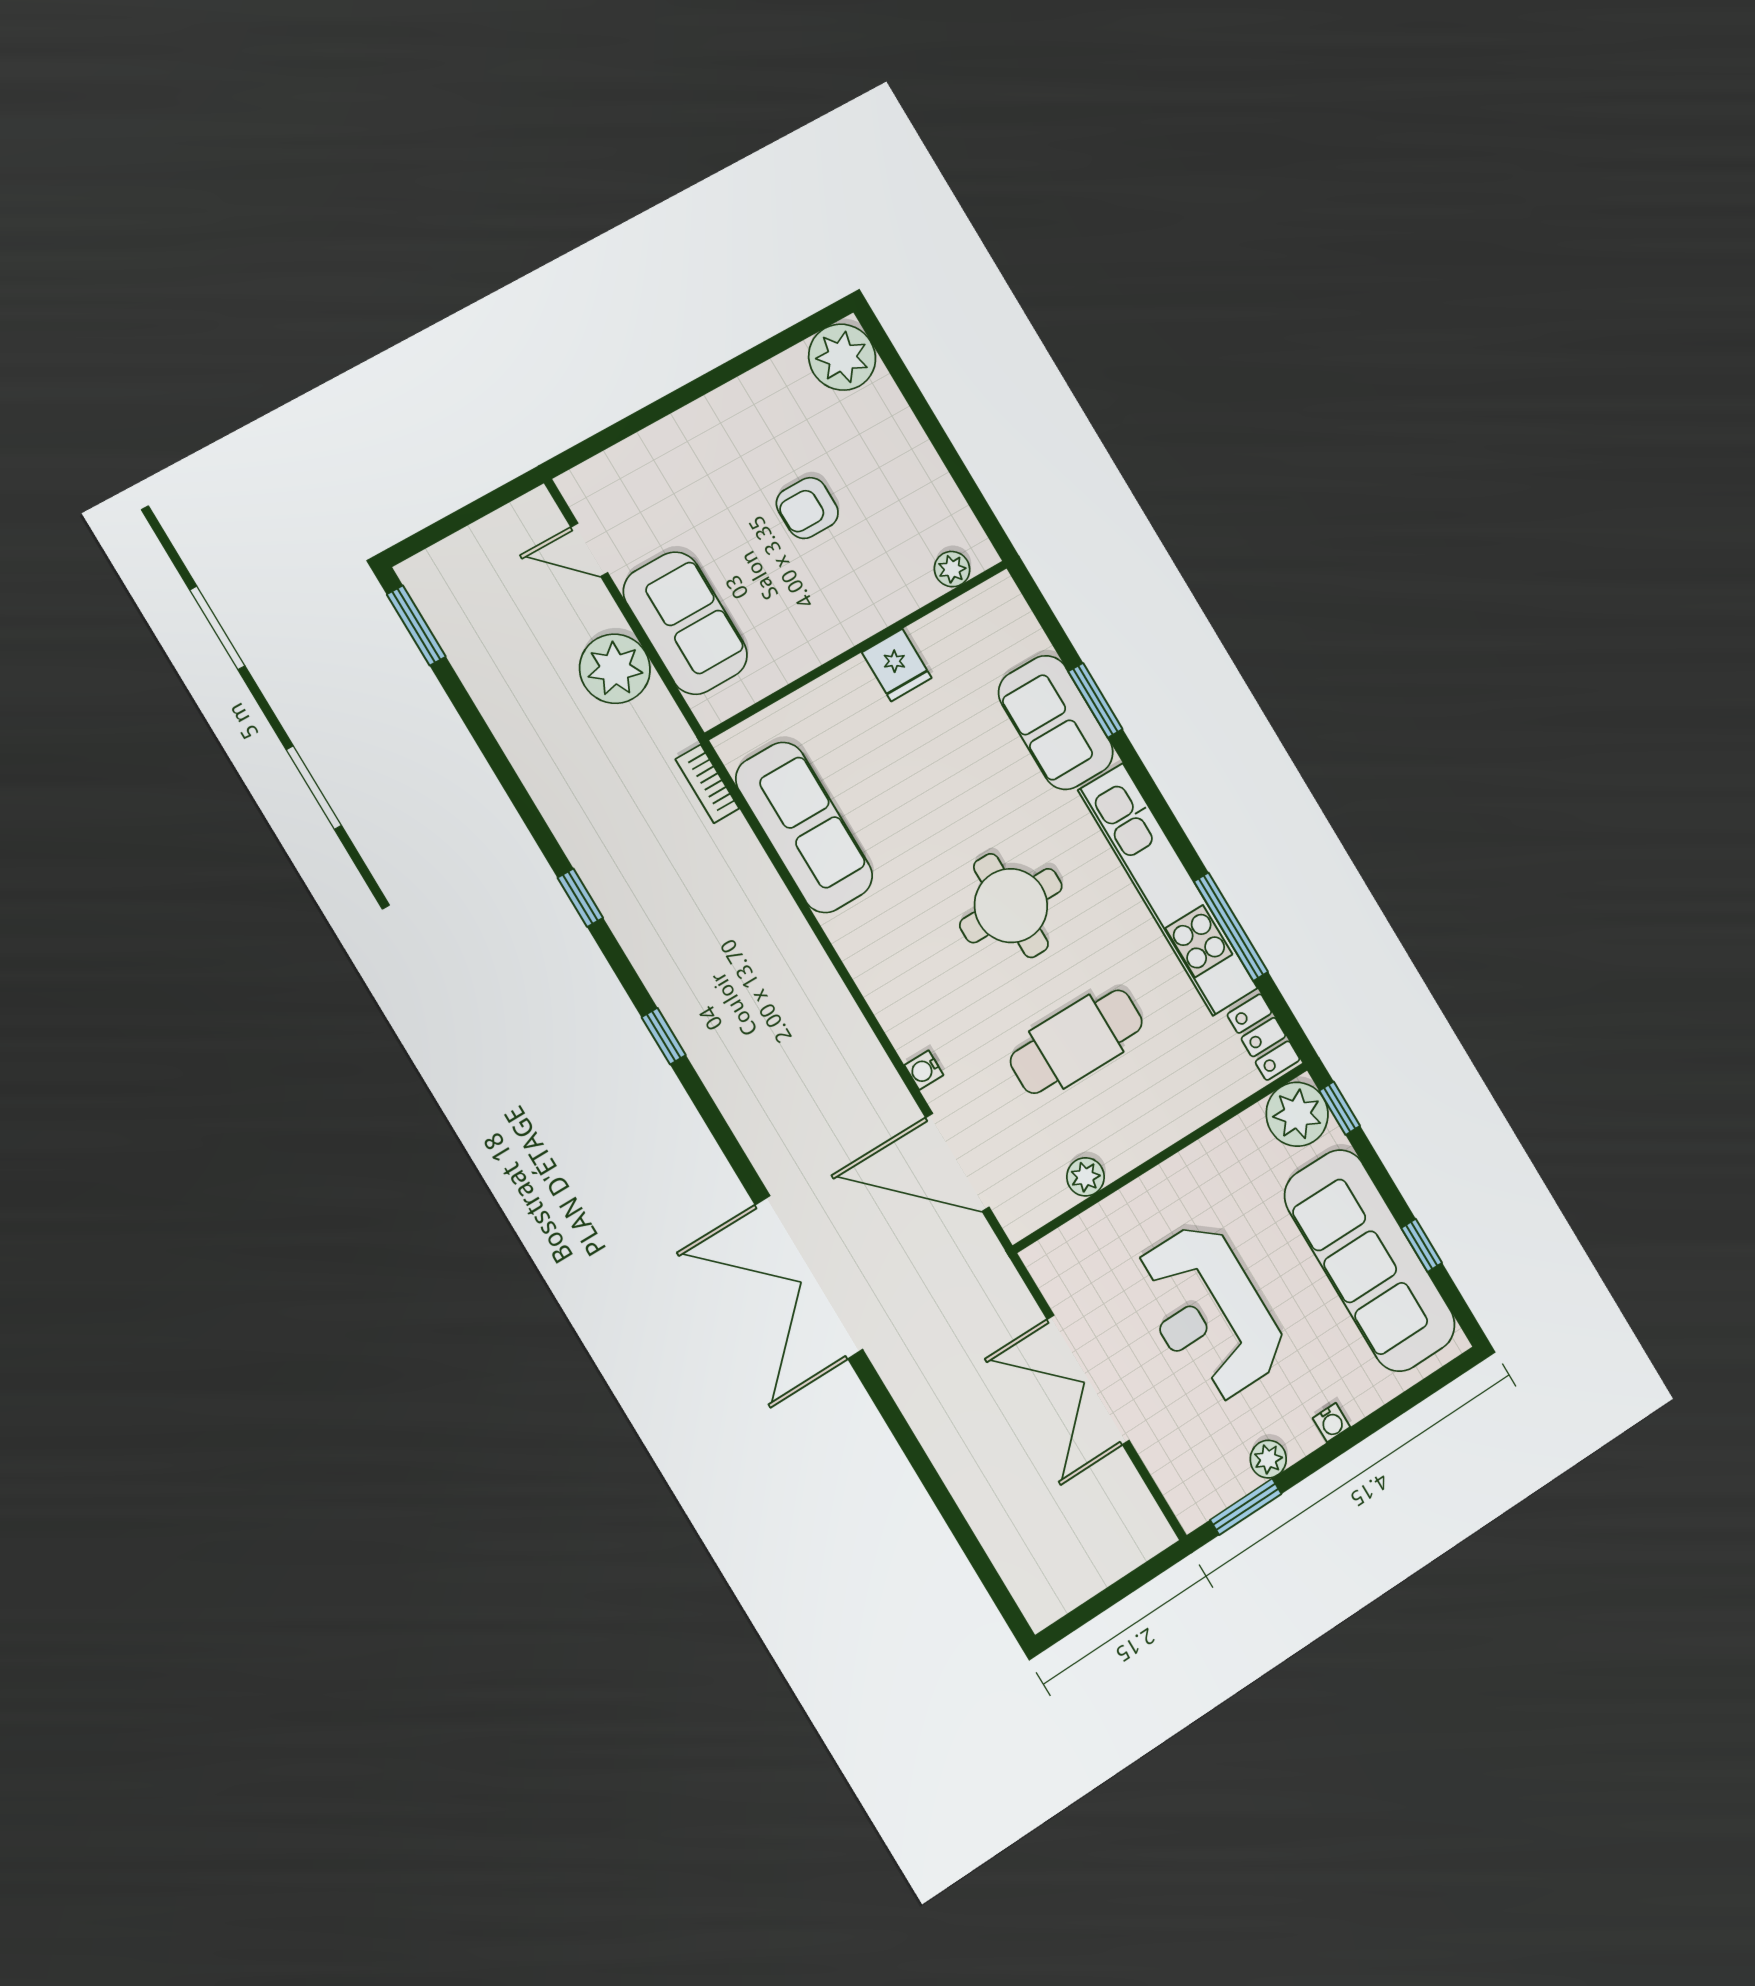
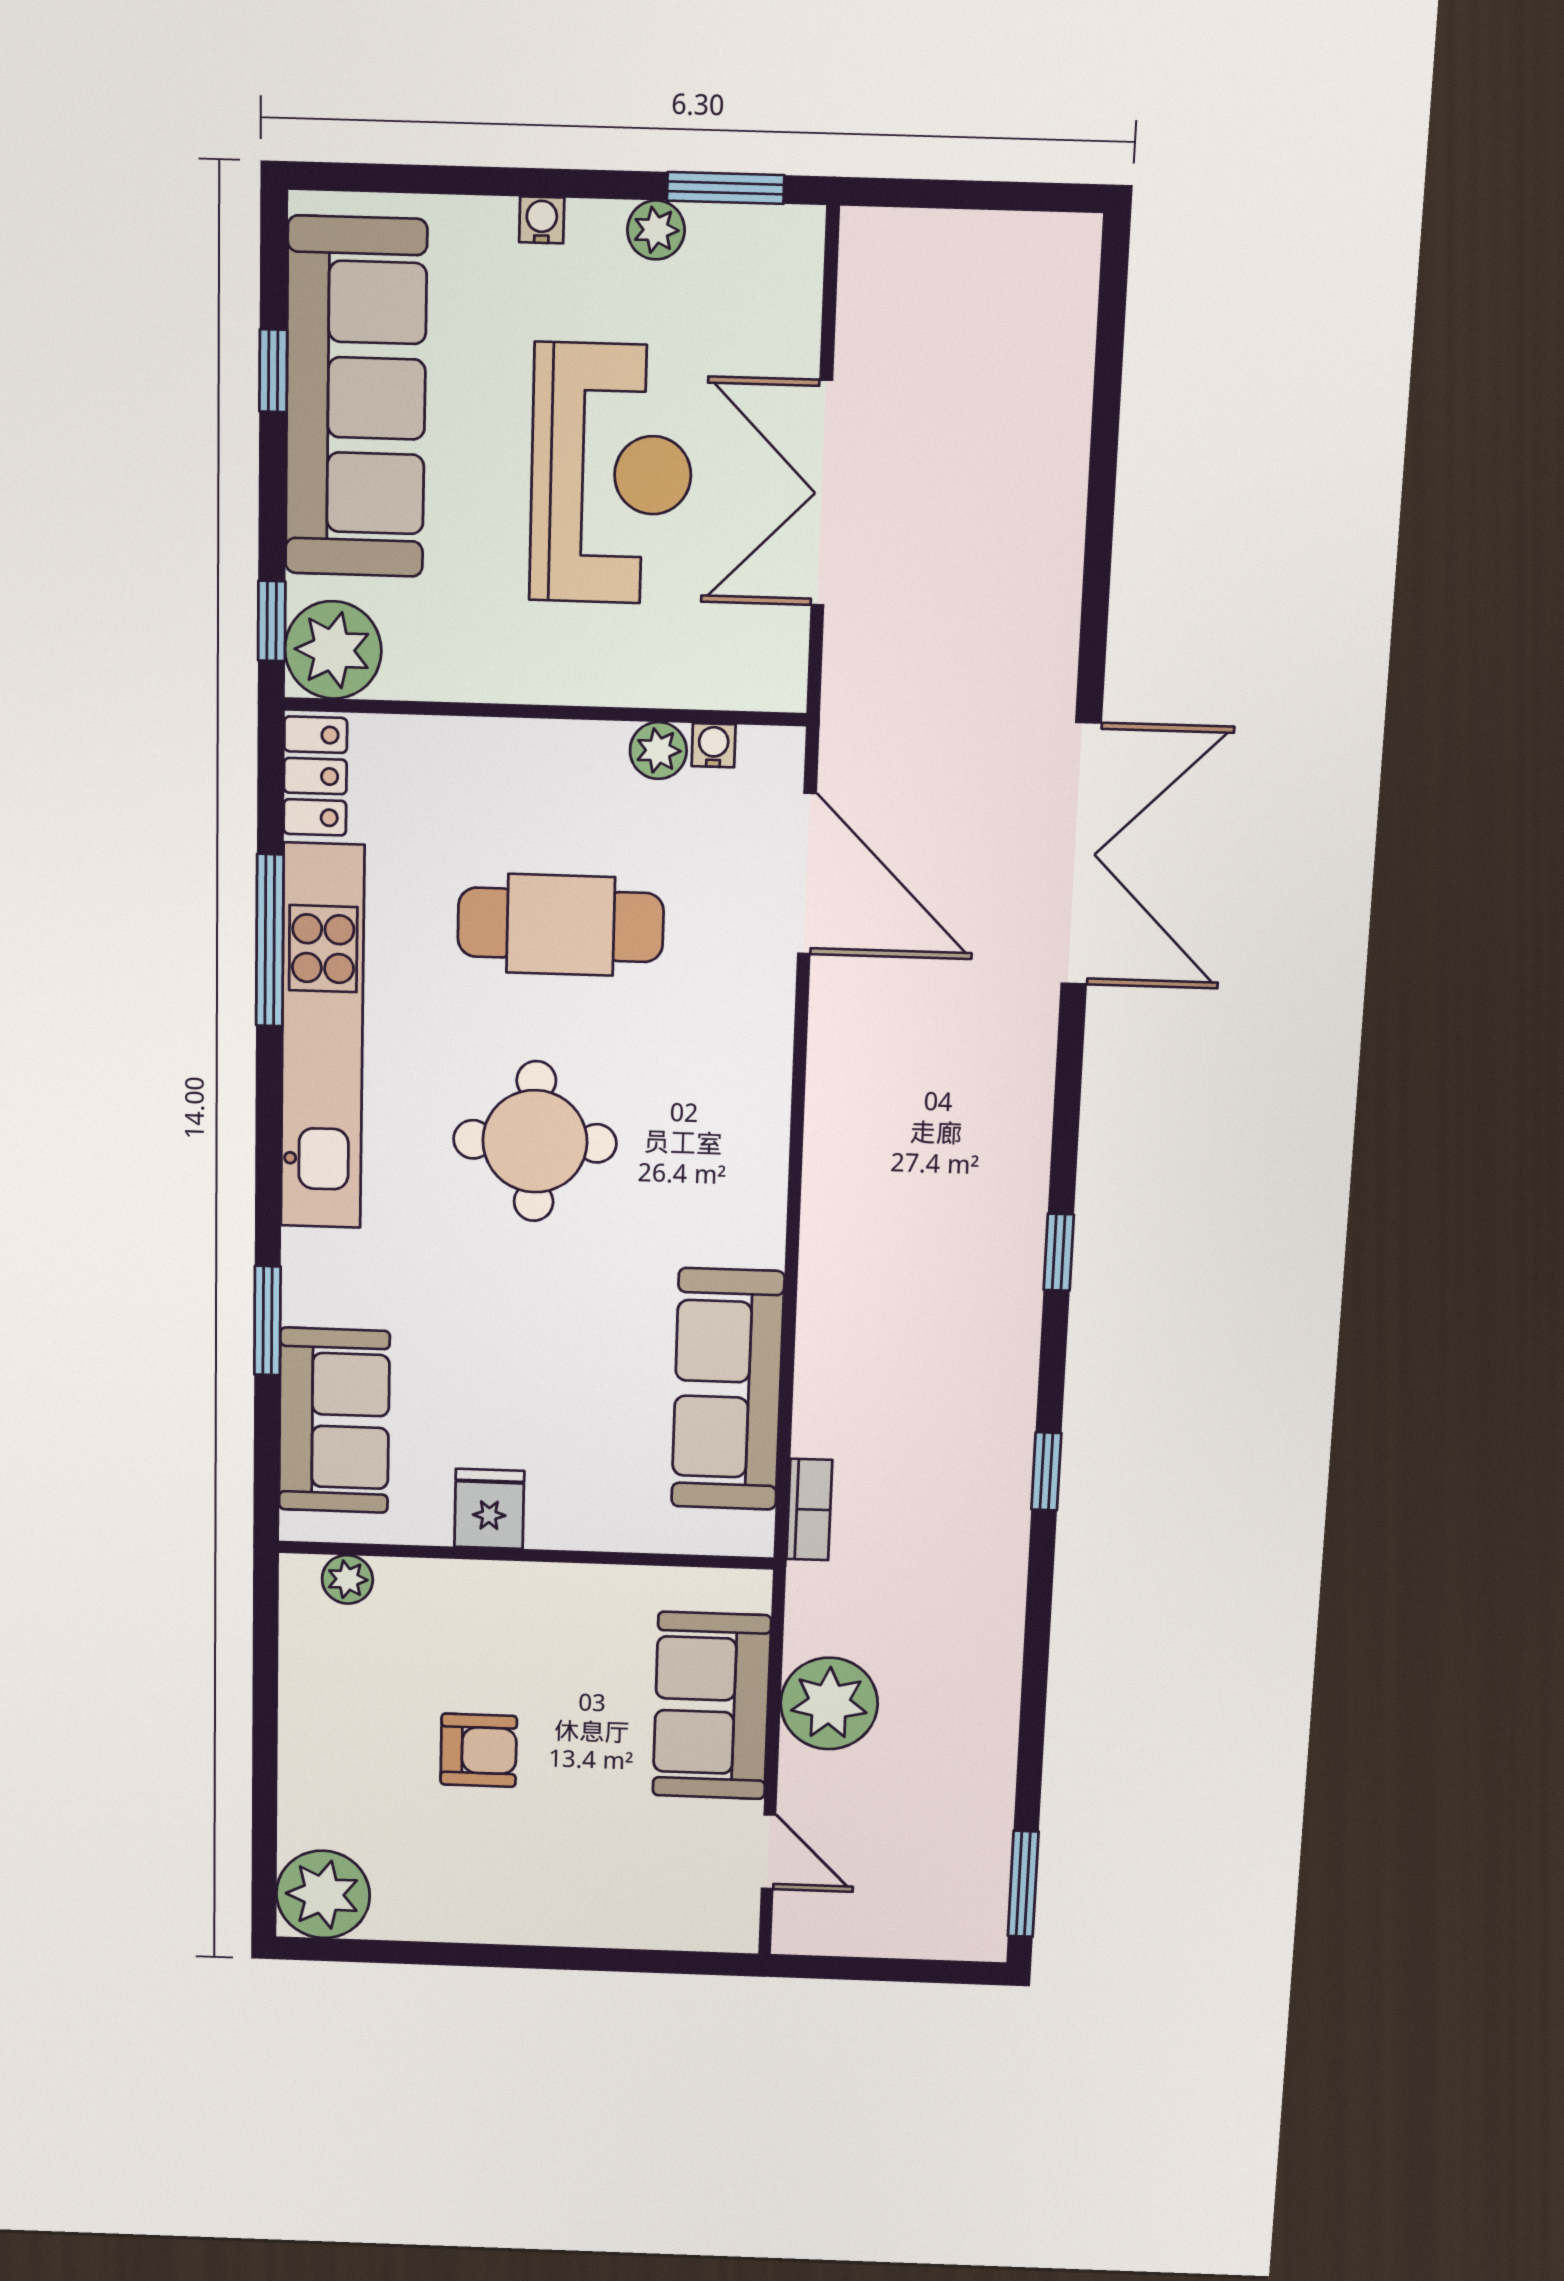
sofa: (1056, 723) -> (334, 1421), moved
water cooler: (924, 1070) -> (714, 745), moved, turned -90
double door: (1088, 1380) -> (822, 493), swing flipped

